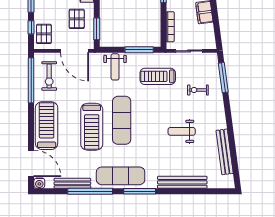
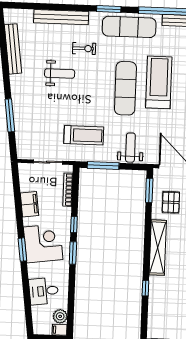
window: (223, 78) -> (10, 115), moved
exercise bike: (198, 90) -> (84, 48), moved
window: (140, 191) -> (109, 9), width x0.69

